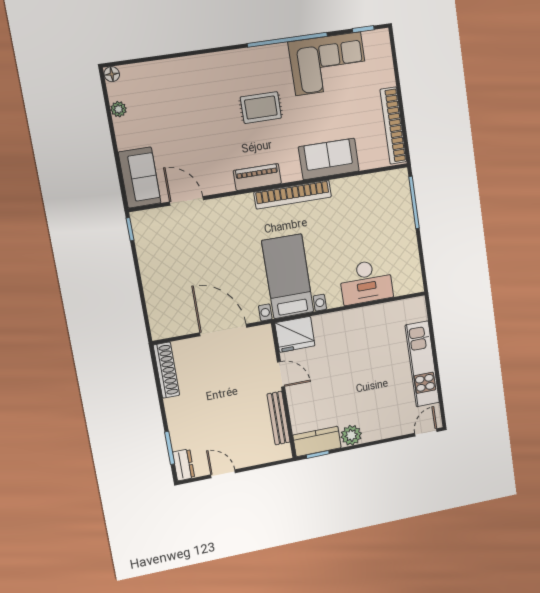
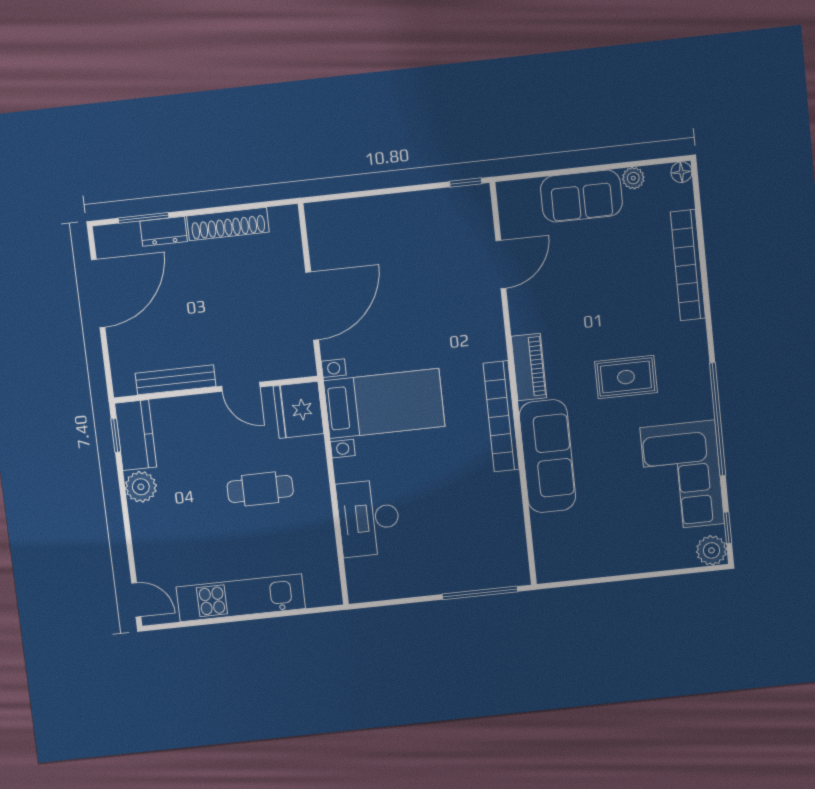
plant: (379, 40) -> (712, 550), added
rug: (261, 108) -> (626, 377), turned 90
bookcase: (393, 126) -> (688, 265), moved, turned -90
sofa: (329, 159) -> (547, 456), width x1.36
sofa: (140, 178) -> (581, 196), moved
cafe table: (349, 356) -> (260, 489), added
shoe rack: (166, 370) -> (228, 224), moved
door: (281, 374) -> (241, 387), hinge flipped
dresser: (184, 465) -> (164, 231), moved
door: (223, 474) -> (98, 293), width x1.87

